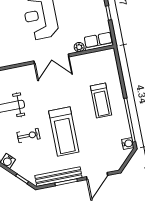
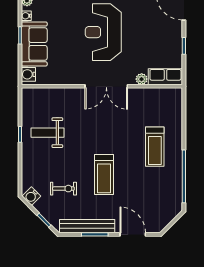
treadmill: (64, 131) -> (104, 174), width x0.73, depth x0.73
exercise bike: (29, 136) -> (63, 189), moved
water cooler: (128, 144) -> (176, 203), removed
door: (97, 176) -> (133, 234), swing flipped

